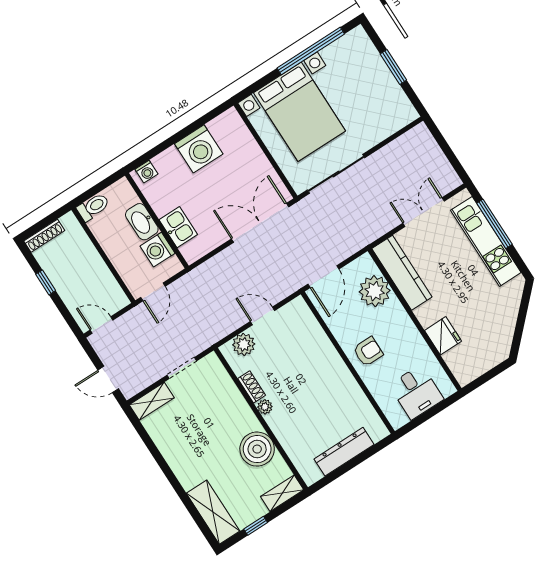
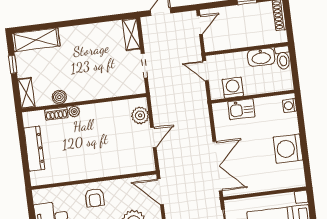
washbasin: (142, 222) -> (261, 57), moved, turned 180
shoe rack: (252, 387) -> (56, 114), moved
plant: (265, 407) -> (74, 112), moved
boiler: (257, 449) -> (59, 97), width x0.54, depth x0.54

